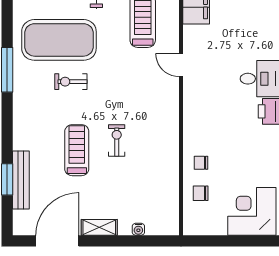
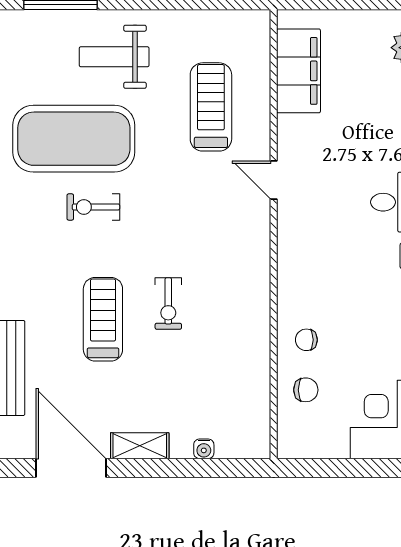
exercise bike: (117, 141) -> (168, 303), turned 180
chair: (201, 193) -> (306, 390), turned 180
door: (57, 241) -> (71, 468), hinge flipped

